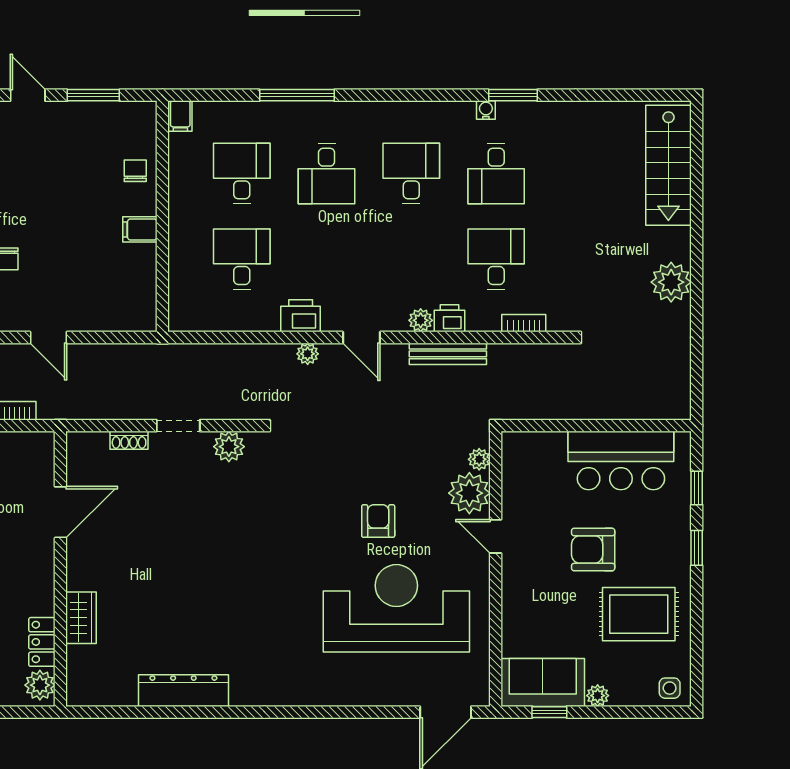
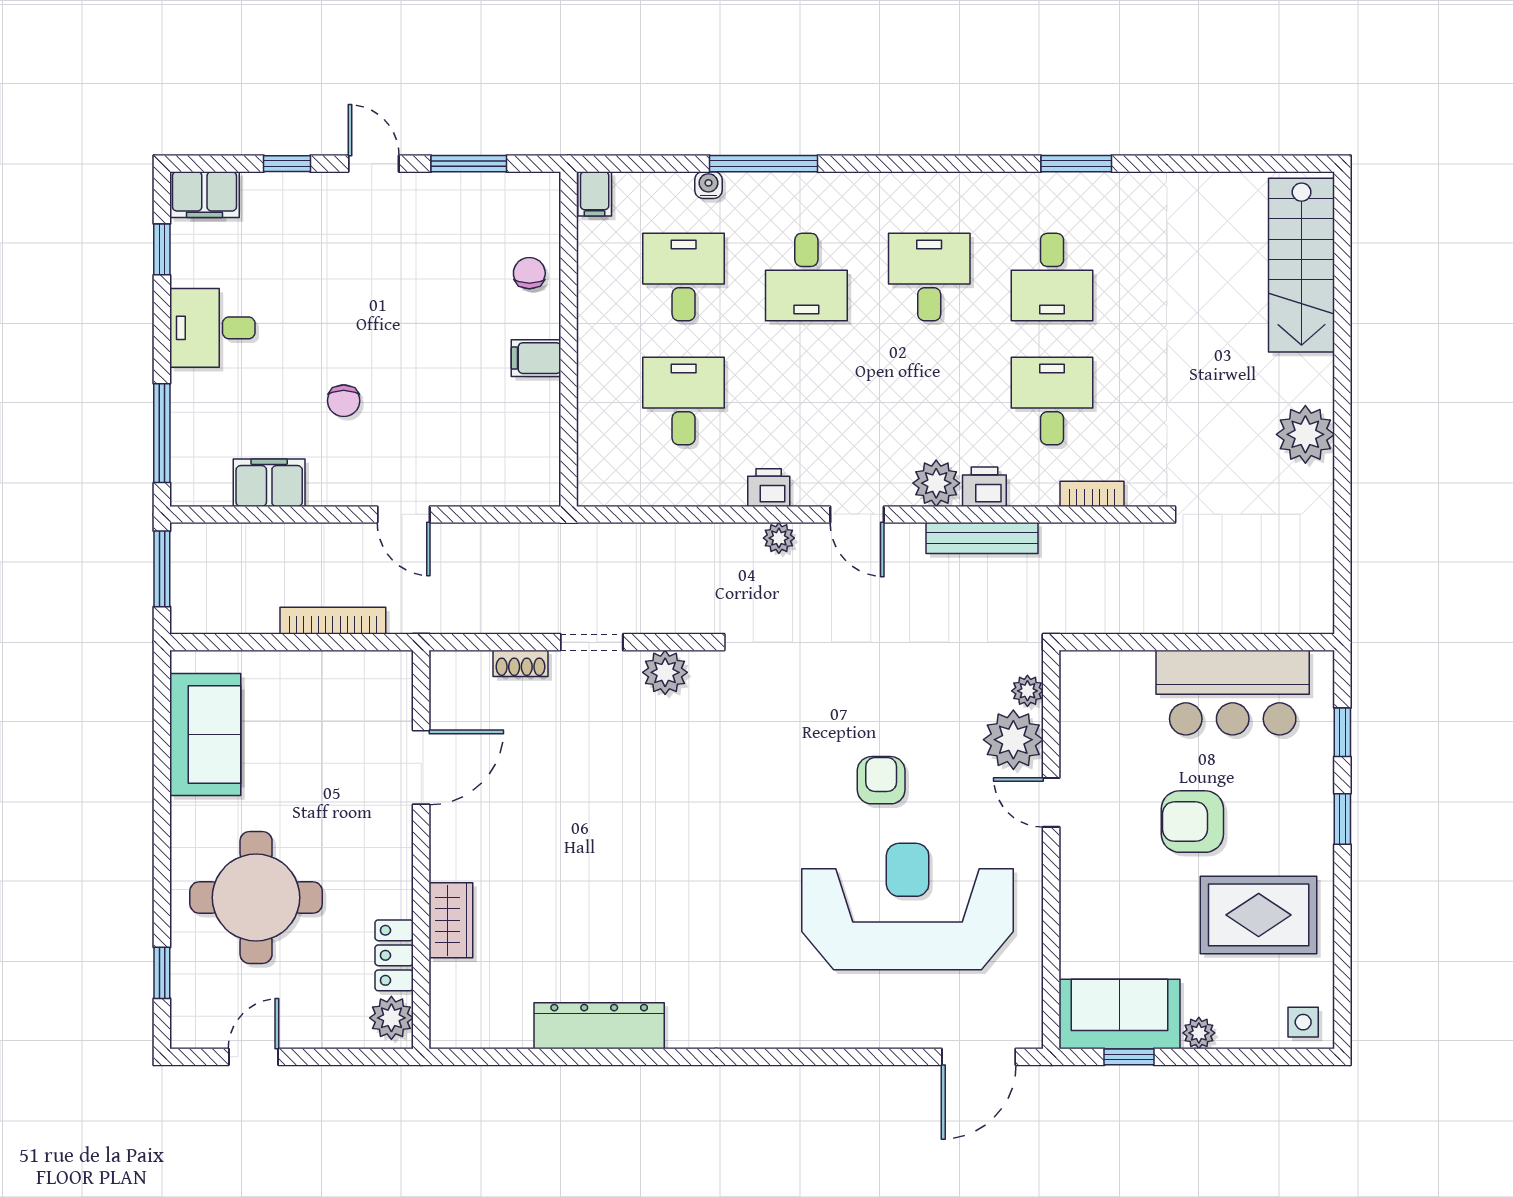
water cooler: (486, 110) -> (708, 185), moved
printer: (301, 316) -> (769, 488), width x0.73, depth x0.81
plant: (421, 320) -> (936, 483), width x1.38, depth x1.38

